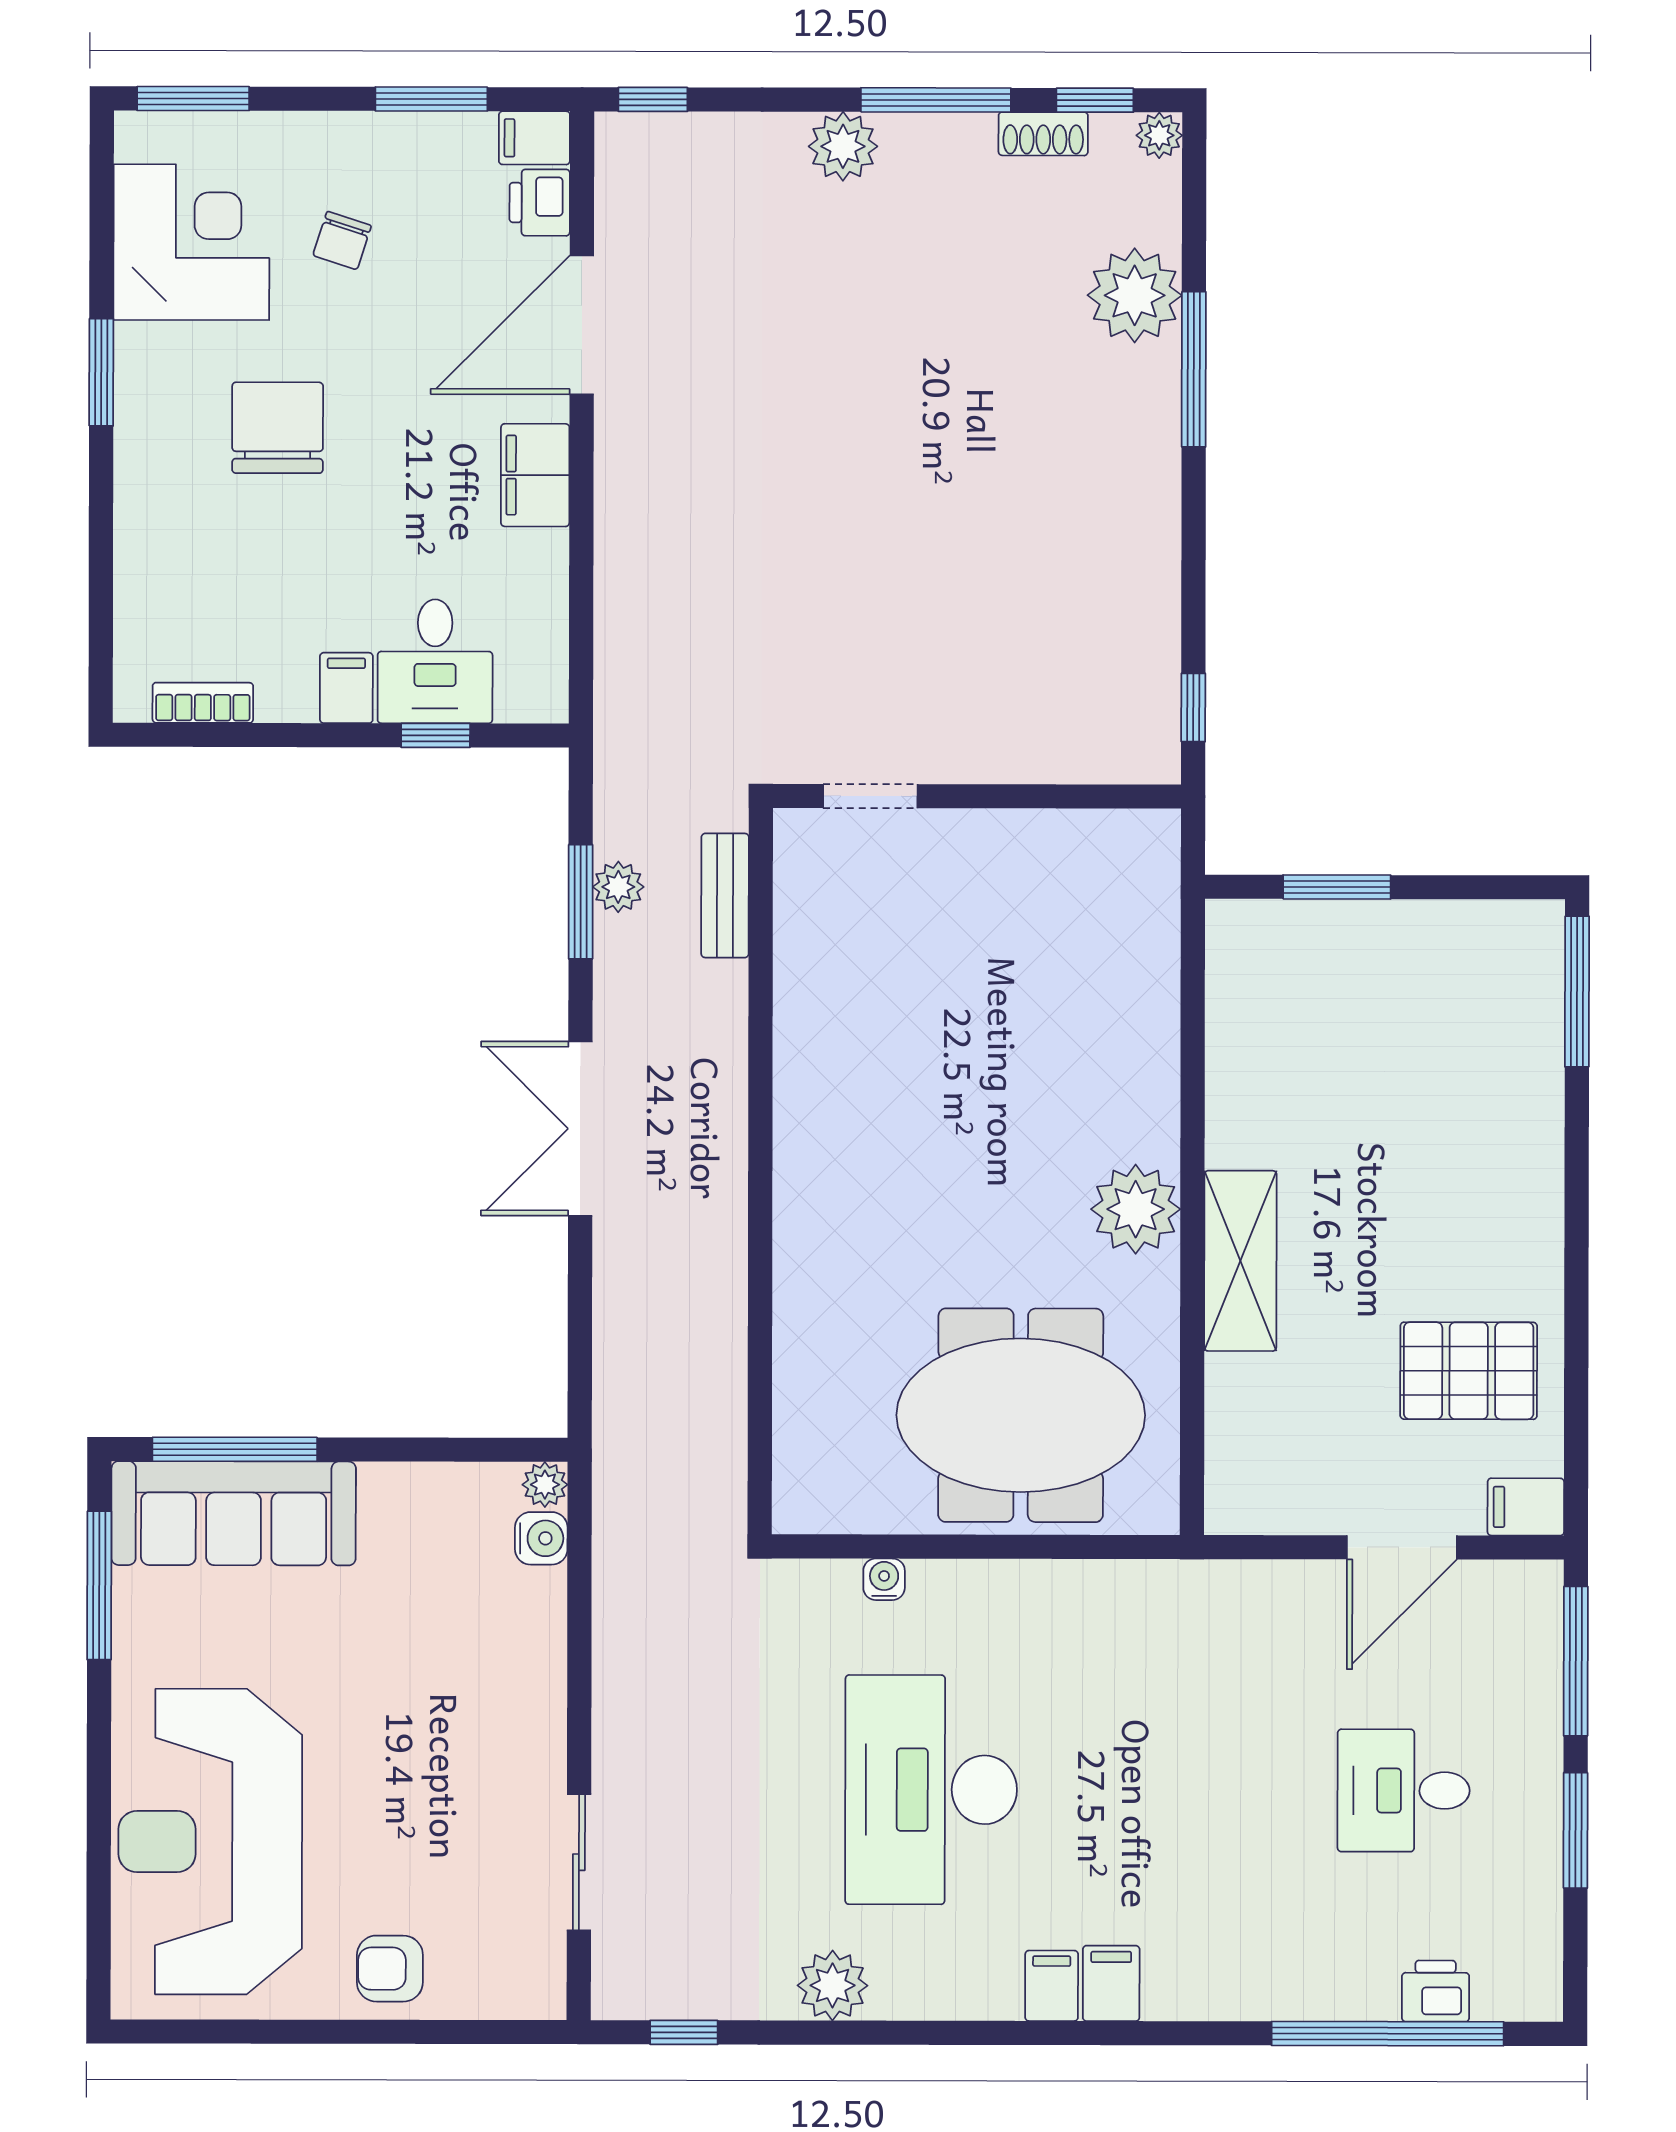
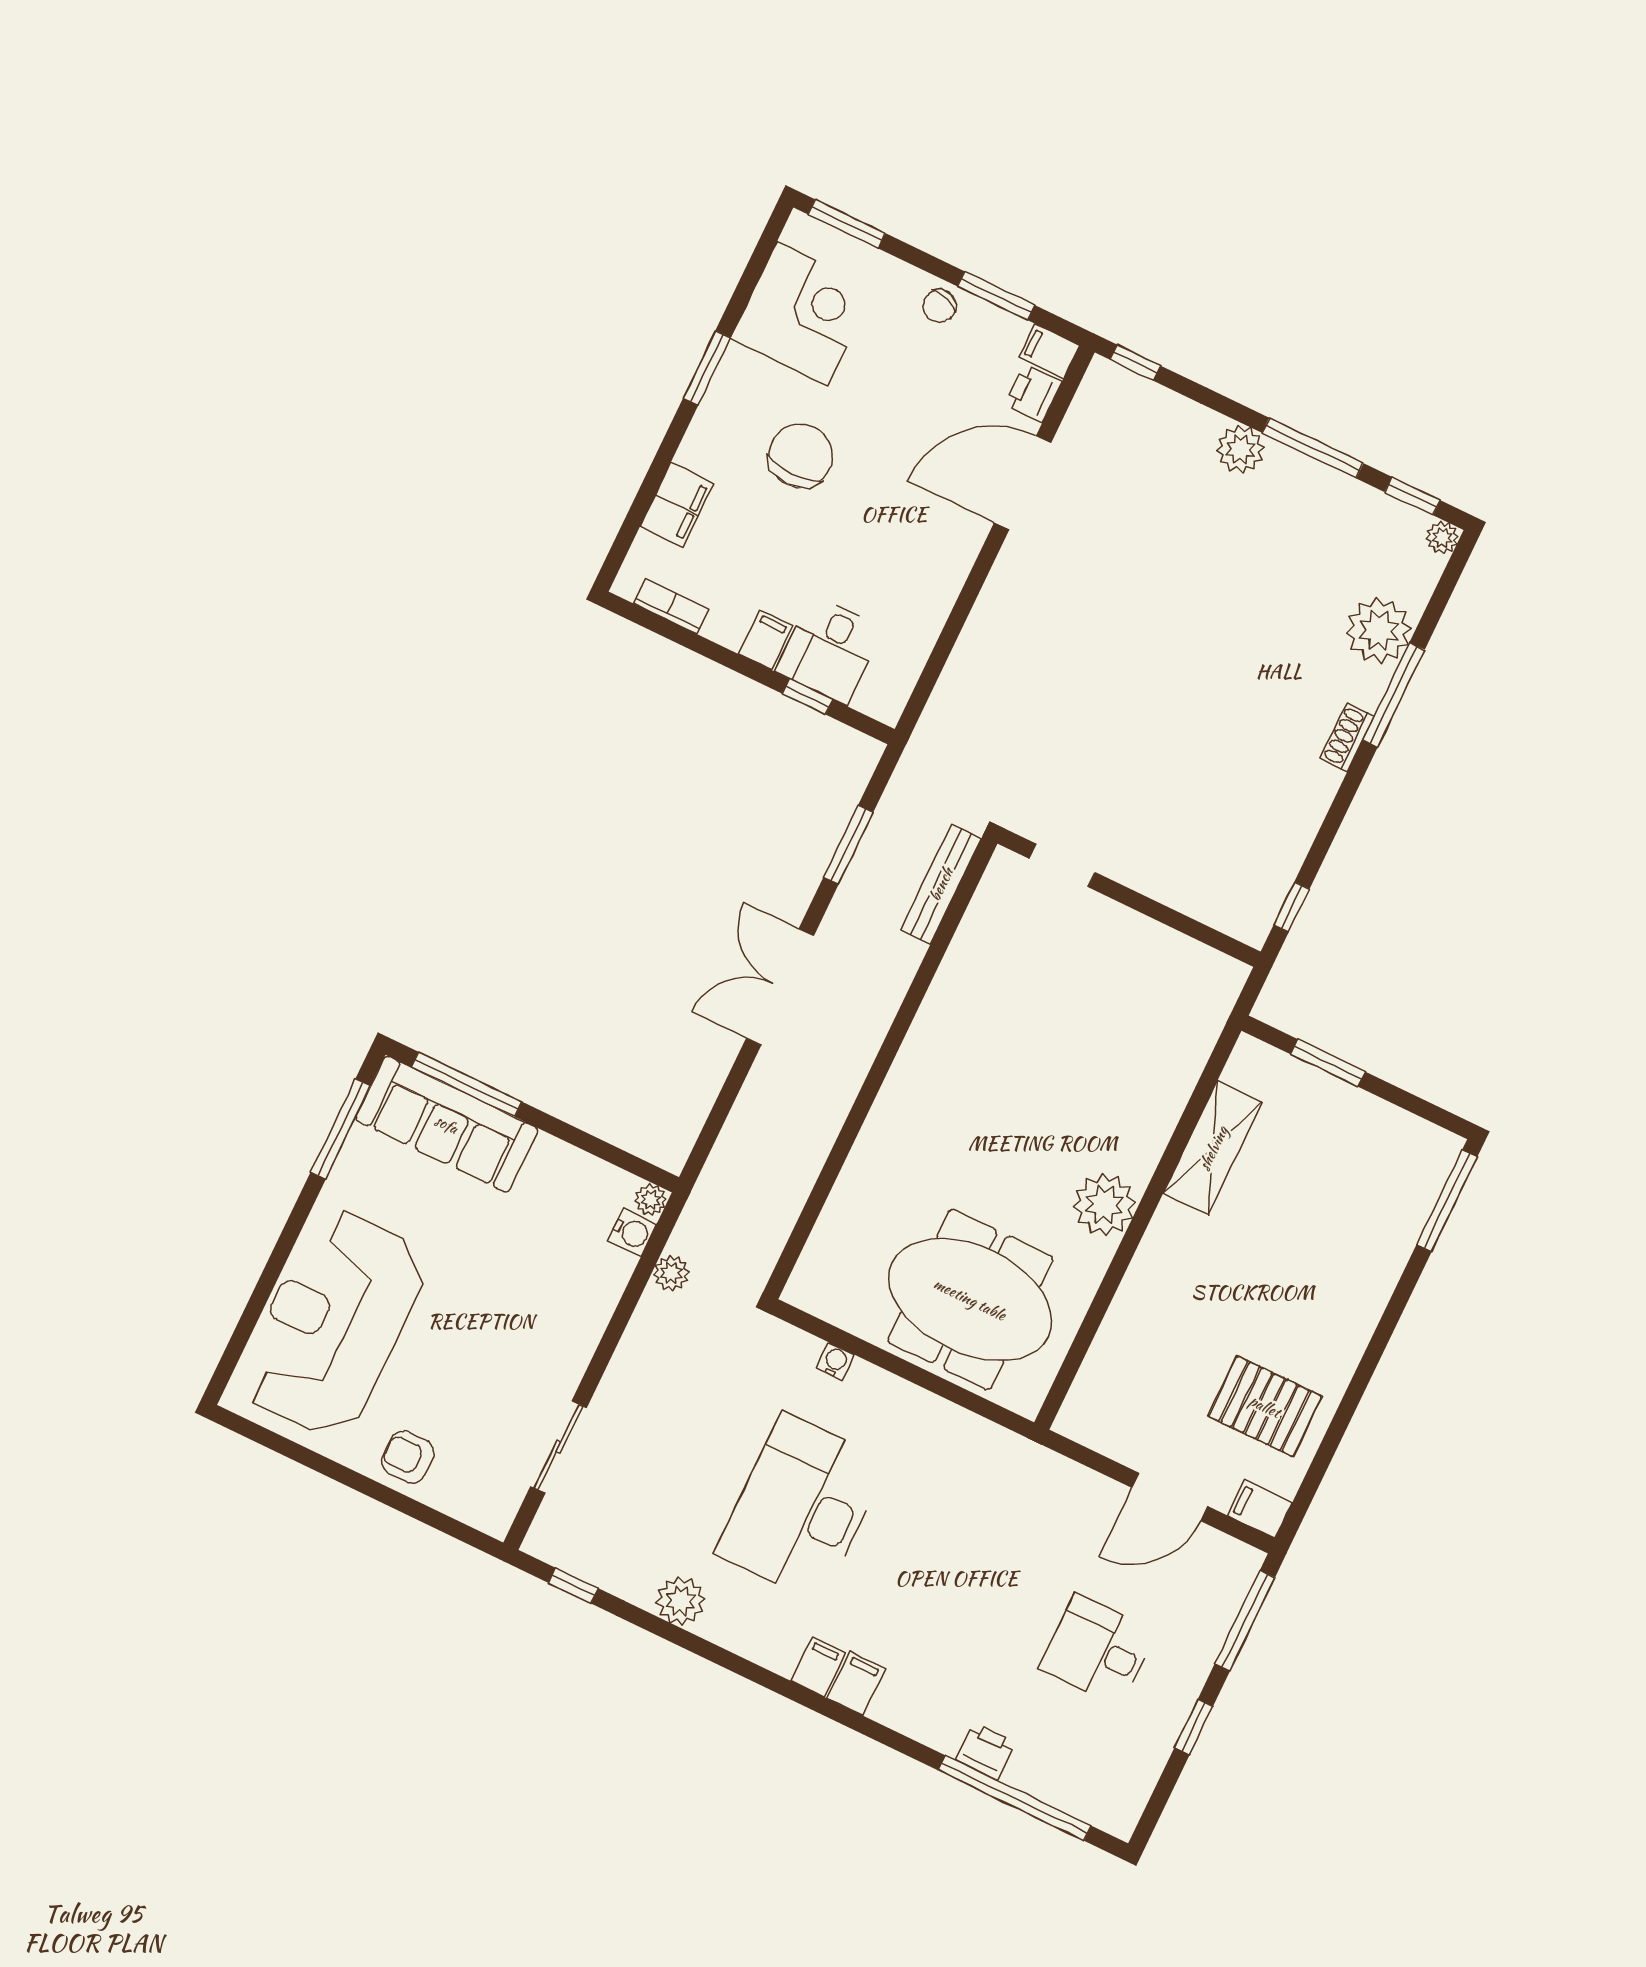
shoe rack: (1043, 134) -> (1347, 737), moved, turned 90
chair: (342, 241) -> (940, 306), moved
filing cabinet: (535, 475) -> (677, 505), moved, turned 180
plant: (618, 887) -> (671, 1273), moved
bench: (725, 896) -> (941, 884), width x1.36
shelving: (1240, 1261) -> (1213, 1148), moved
window: (1575, 1830) -> (1194, 1727), width x0.67
printer: (1436, 1991) -> (985, 1751), moved

